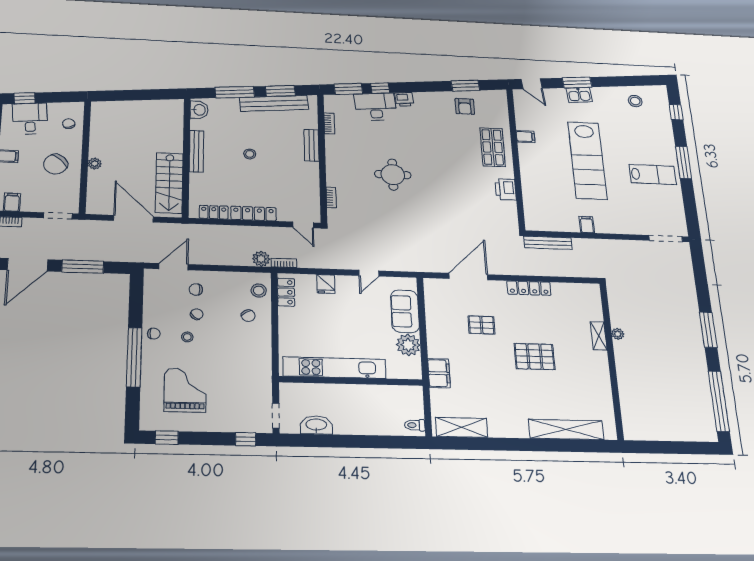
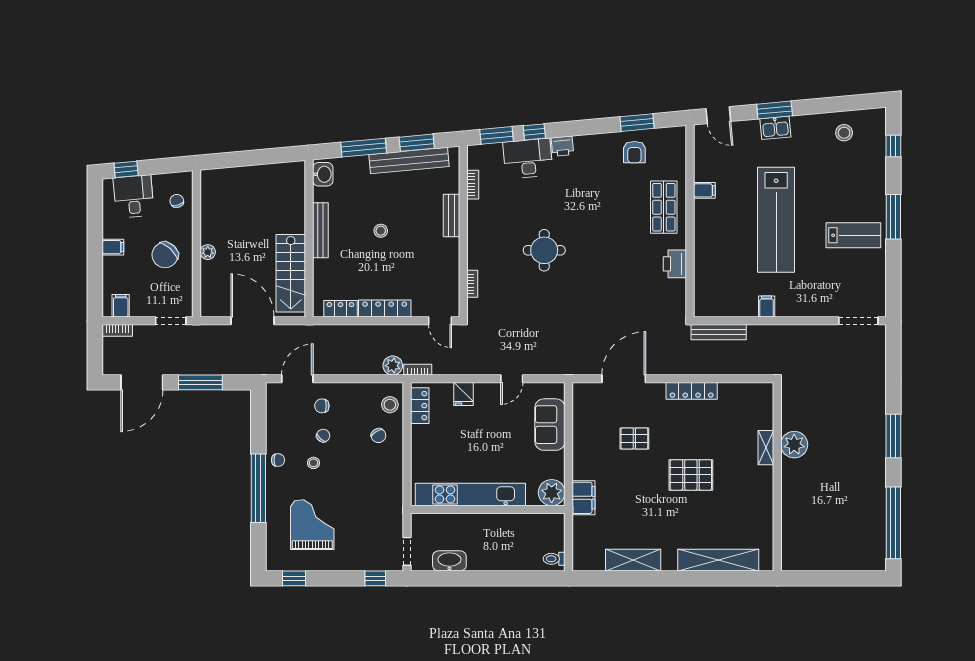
plant: (618, 334) -> (794, 445), width x1.88, depth x1.88
plant: (408, 345) -> (552, 493), moved
shelving: (462, 427) -> (633, 560), moved

